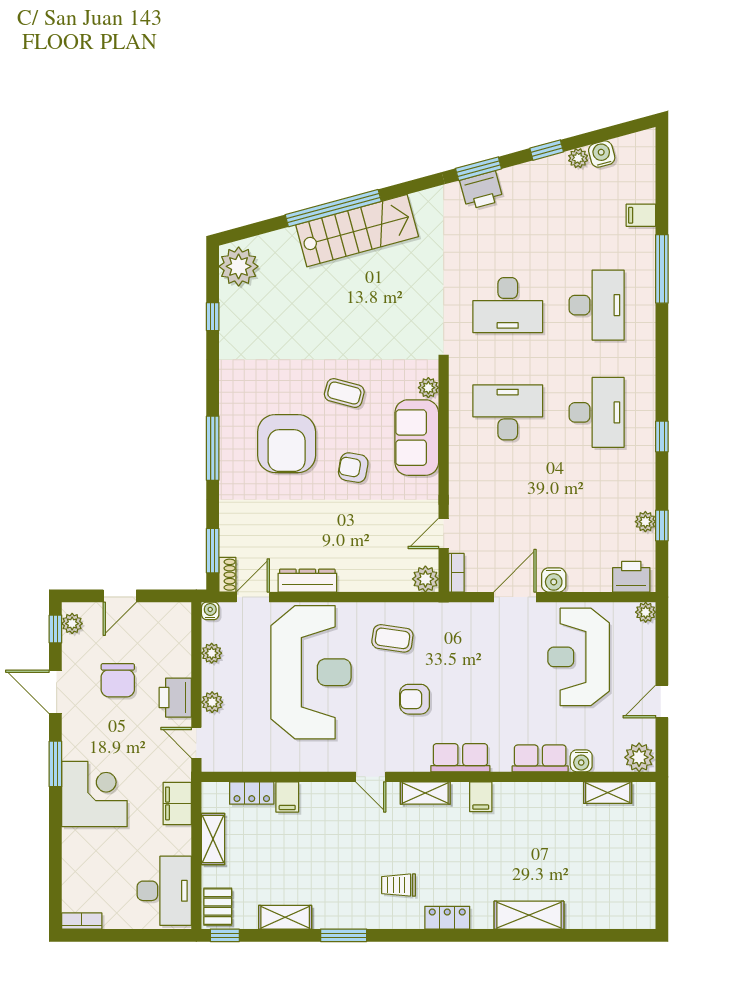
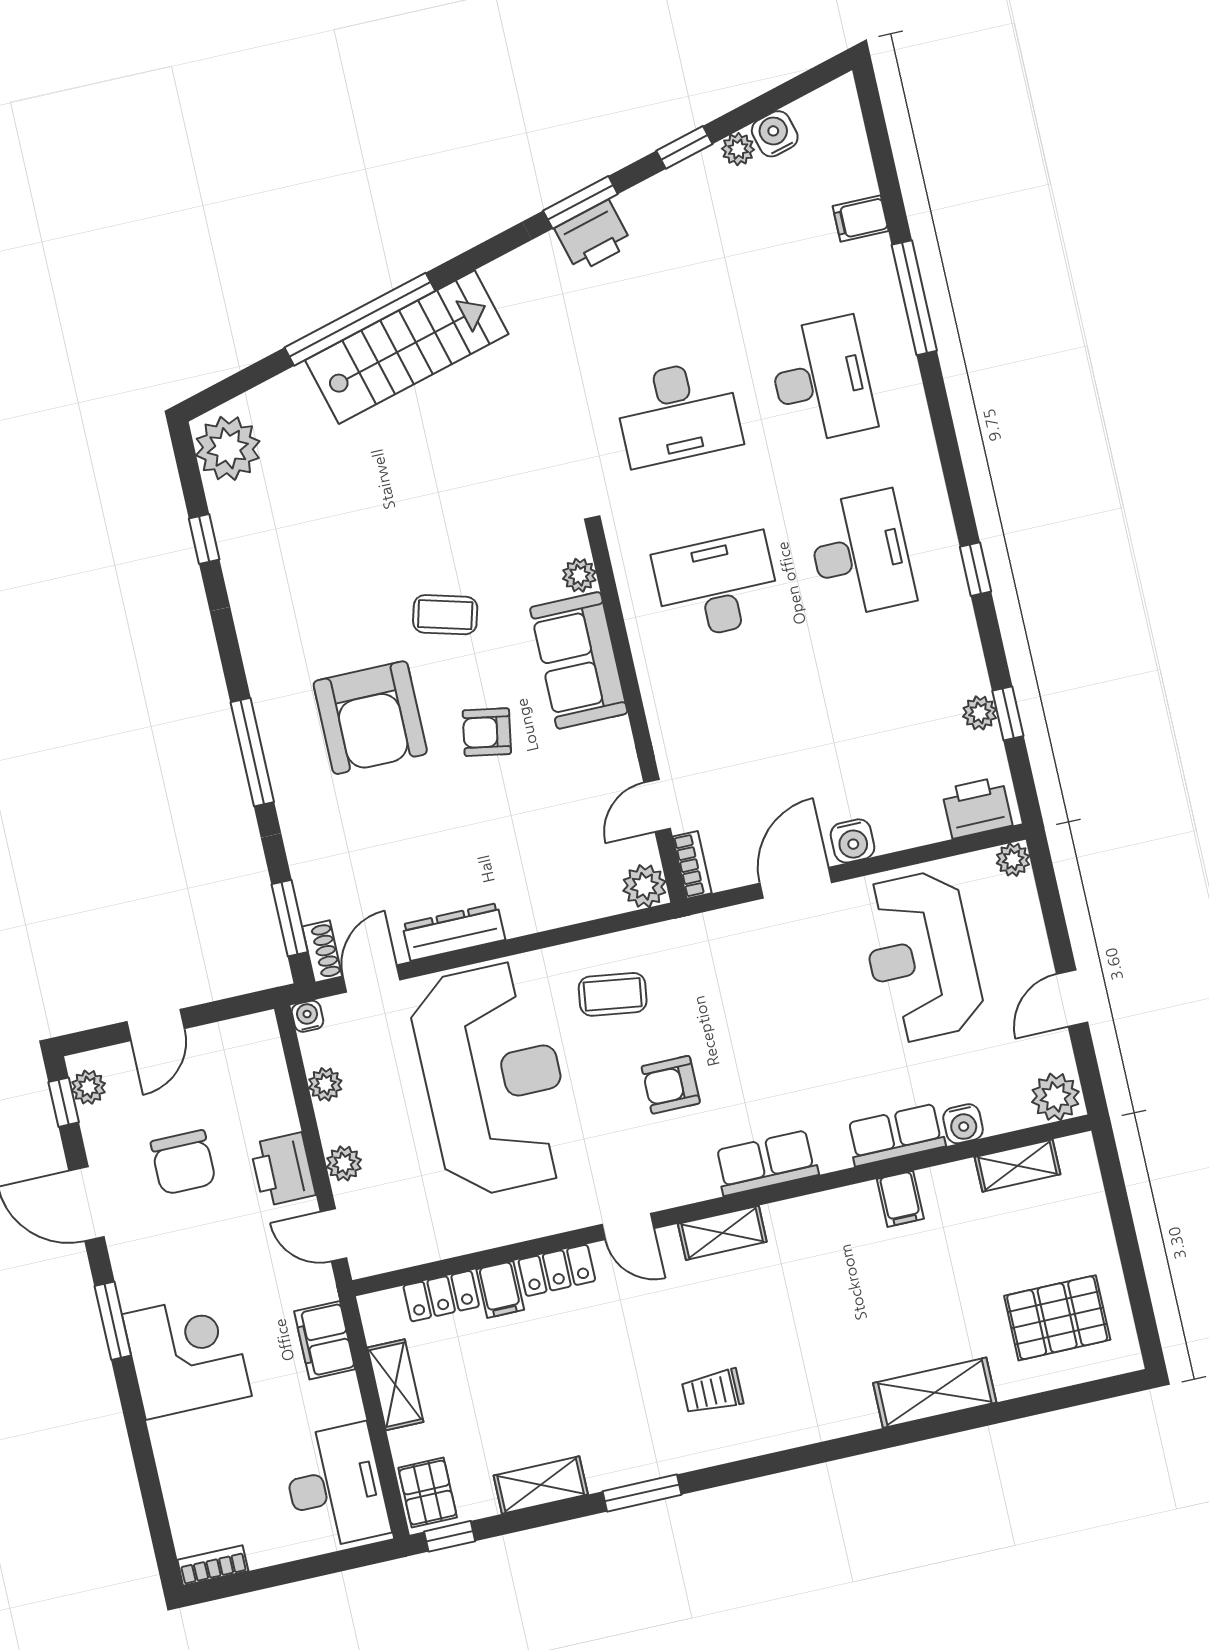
filing cabinet: (481, 797) -> (900, 1199), moved
pallet: (611, 887) -> (1057, 1318), added
locker: (447, 918) -> (557, 1270), moved, turned 180

